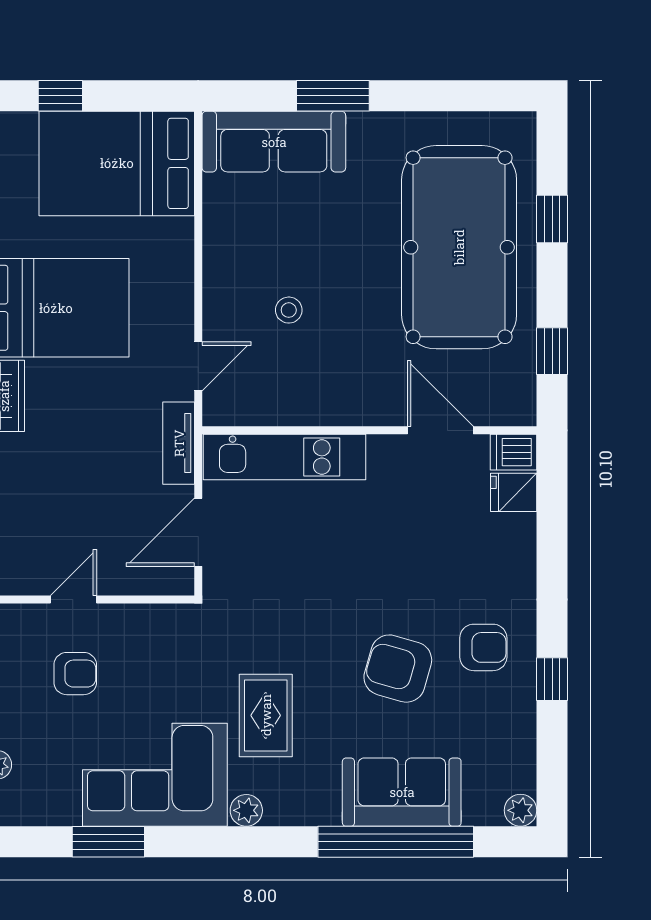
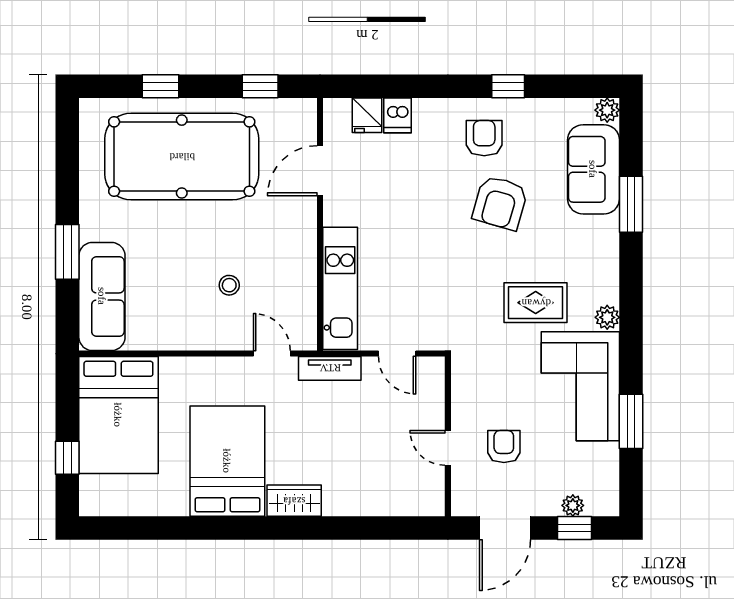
dishwasher: (513, 452) -> (397, 115), moved
door: (198, 532) -> (397, 354), width x0.73
sofa: (402, 792) -> (593, 169), moved
window: (396, 842) -> (631, 204), width x0.47

